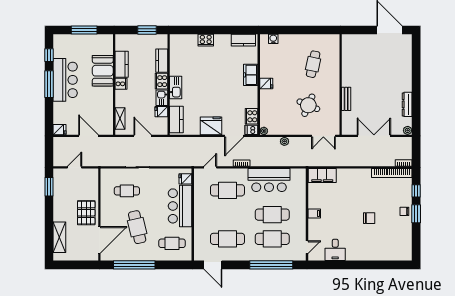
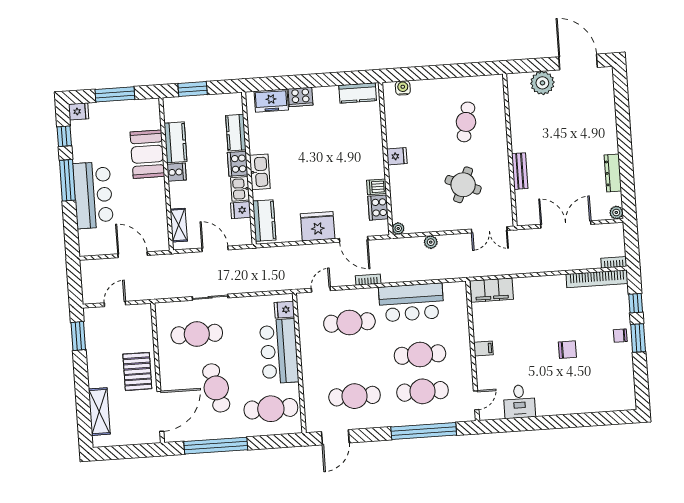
window: (147, 30) -> (193, 89), moved
plant: (365, 42) -> (542, 83), added
freezer: (251, 75) -> (271, 101), moved, turned -90
bar counter: (65, 80) -> (93, 195), moved
fridge: (60, 130) -> (79, 111), moved
dishwasher: (251, 130) -> (377, 187), moved
door: (234, 136) -> (354, 239), hinge flipped
cafe table: (127, 191) -> (197, 334), width x1.37, depth x1.35
cafe table: (172, 243) -> (271, 409), width x1.37, depth x1.35
door: (213, 265) -> (335, 437), hinge flipped

